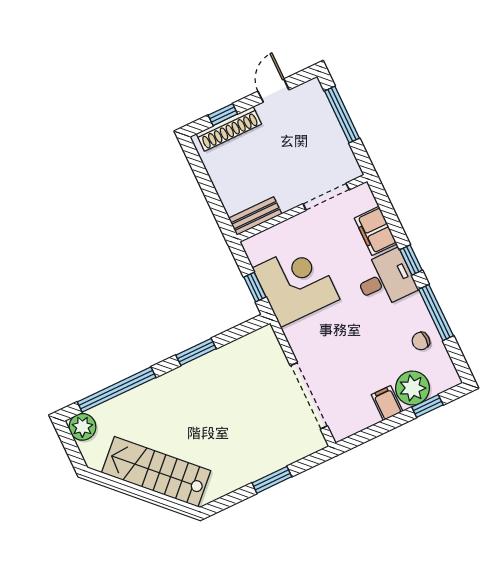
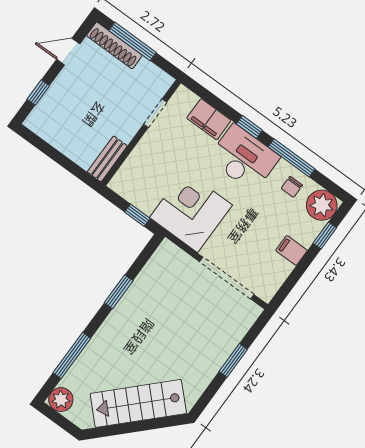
door: (274, 90) -> (68, 52), hinge flipped
shoe rack: (229, 129) -> (114, 45), moved, turned 90
doorway: (326, 197) -> (155, 113), width x0.73
desk: (385, 279) -> (244, 158), width x1.37
corner desk: (296, 284) -> (191, 211), moved
plant: (412, 388) -> (322, 205), moved
window: (117, 390) -> (72, 355), width x0.68

